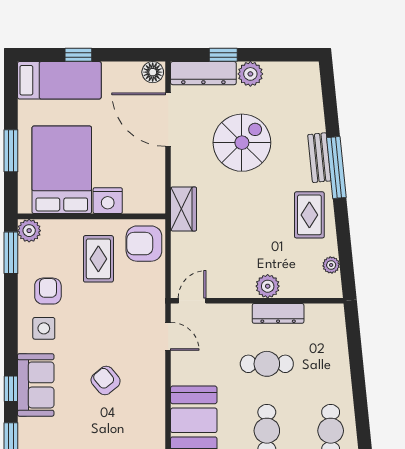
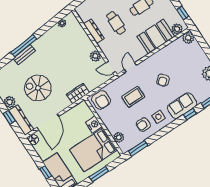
rug: (309, 215) -> (49, 44), removed
plant: (29, 231) -> (119, 137), moved
rug: (98, 259) -> (133, 97), moved
plant: (268, 286) -> (95, 56), moved

